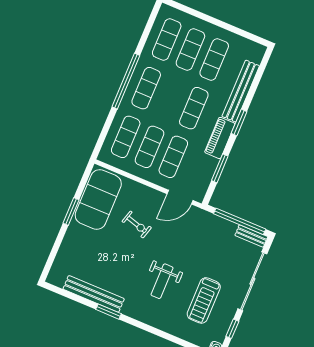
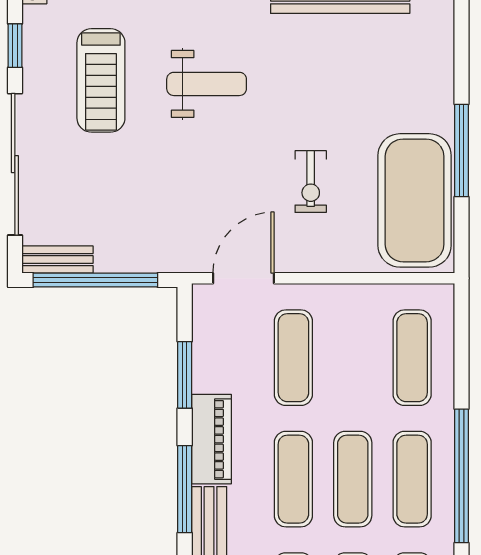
window: (239, 122) -> (185, 489), width x1.44
exercise mat: (150, 147) -> (353, 479), moved
window: (71, 212) -> (462, 151), width x1.44
exercise bike: (137, 225) -> (311, 182), turned -106
weight bench: (162, 281) -> (207, 84), turned 90
treadmill: (204, 300) -> (101, 80), turned 180

